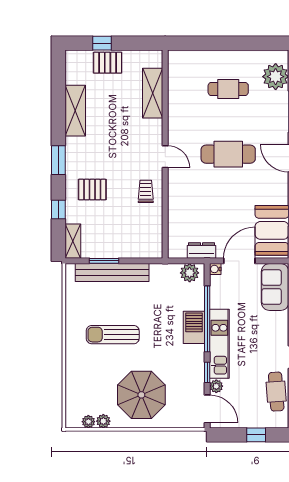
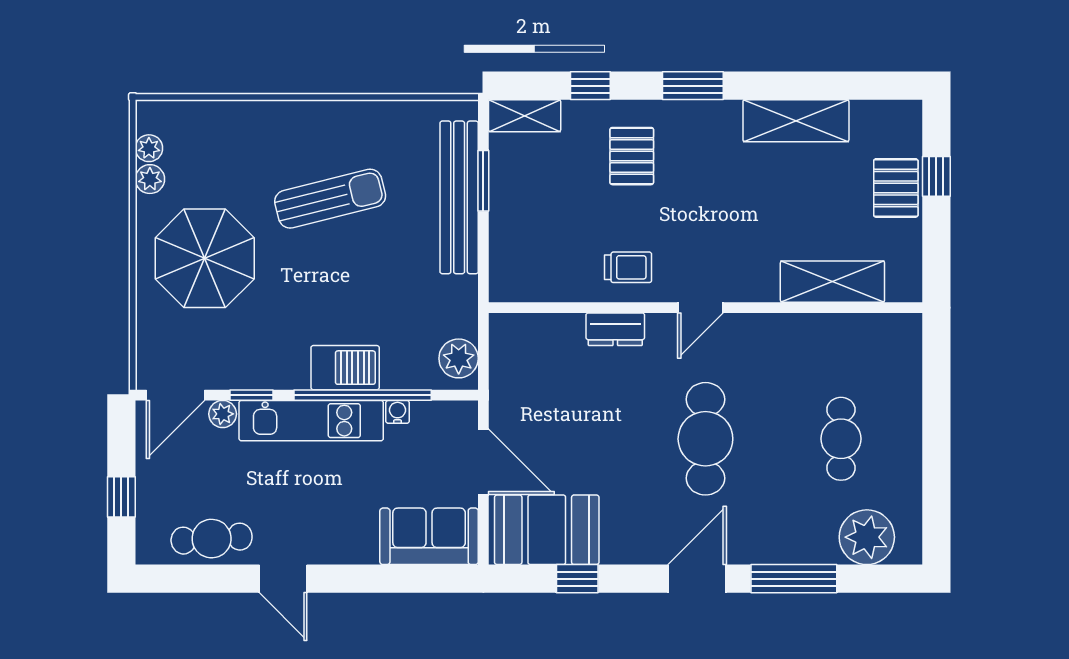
dresser: (202, 250) -> (615, 329), moved, turned 90
water cooler: (215, 269) -> (398, 412), moved
sun lounger: (113, 335) -> (330, 199), turned 76

